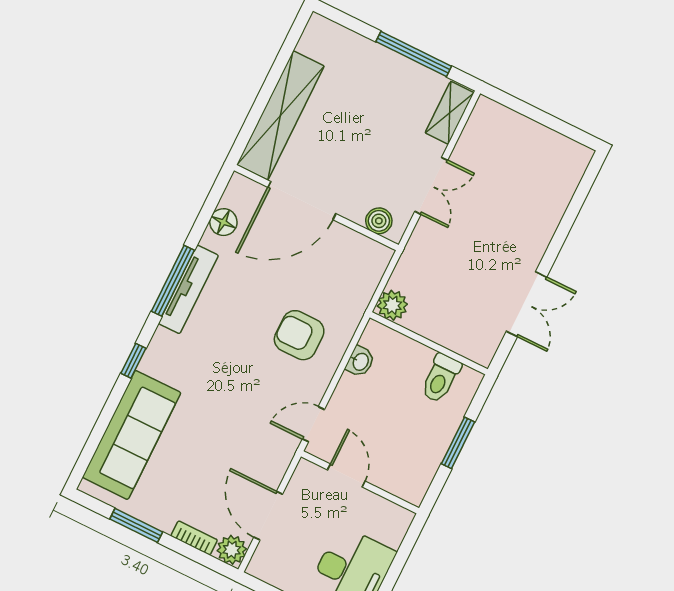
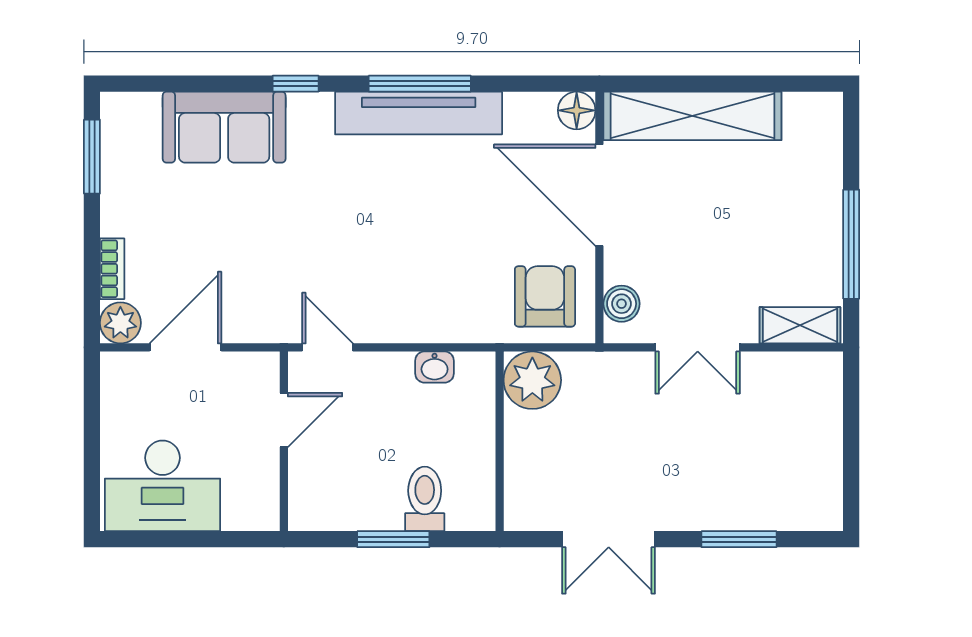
window: (568, 220) -> (739, 539), added
floor lamp: (223, 222) -> (577, 110), moved
tv unit: (188, 289) -> (419, 113), width x1.36, depth x1.29
plant: (392, 305) -> (532, 380), width x1.36, depth x1.36
armchair: (299, 335) -> (545, 296), moved
toilet: (441, 378) -> (425, 499), moved, turned 90
sofa: (132, 435) -> (224, 127), width x0.73
window: (136, 525) -> (92, 157), moved

